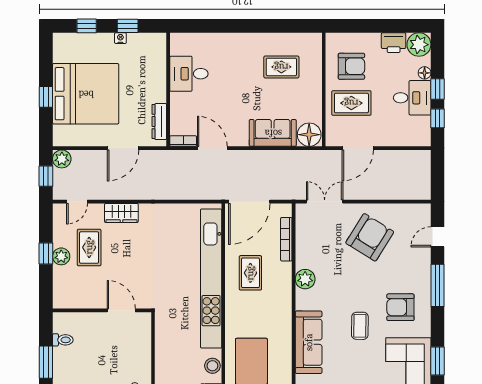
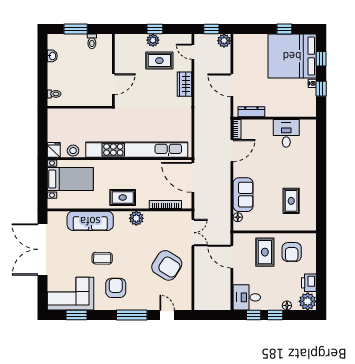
bed: (86, 94) -> (292, 56), moved, turned 90
window: (46, 97) -> (284, 29), moved
desk: (412, 98) -> (247, 297), moved, turned 90
floor lamp: (309, 135) -> (238, 217), width x0.53, depth x0.53
rug: (250, 273) -> (123, 197), moved

